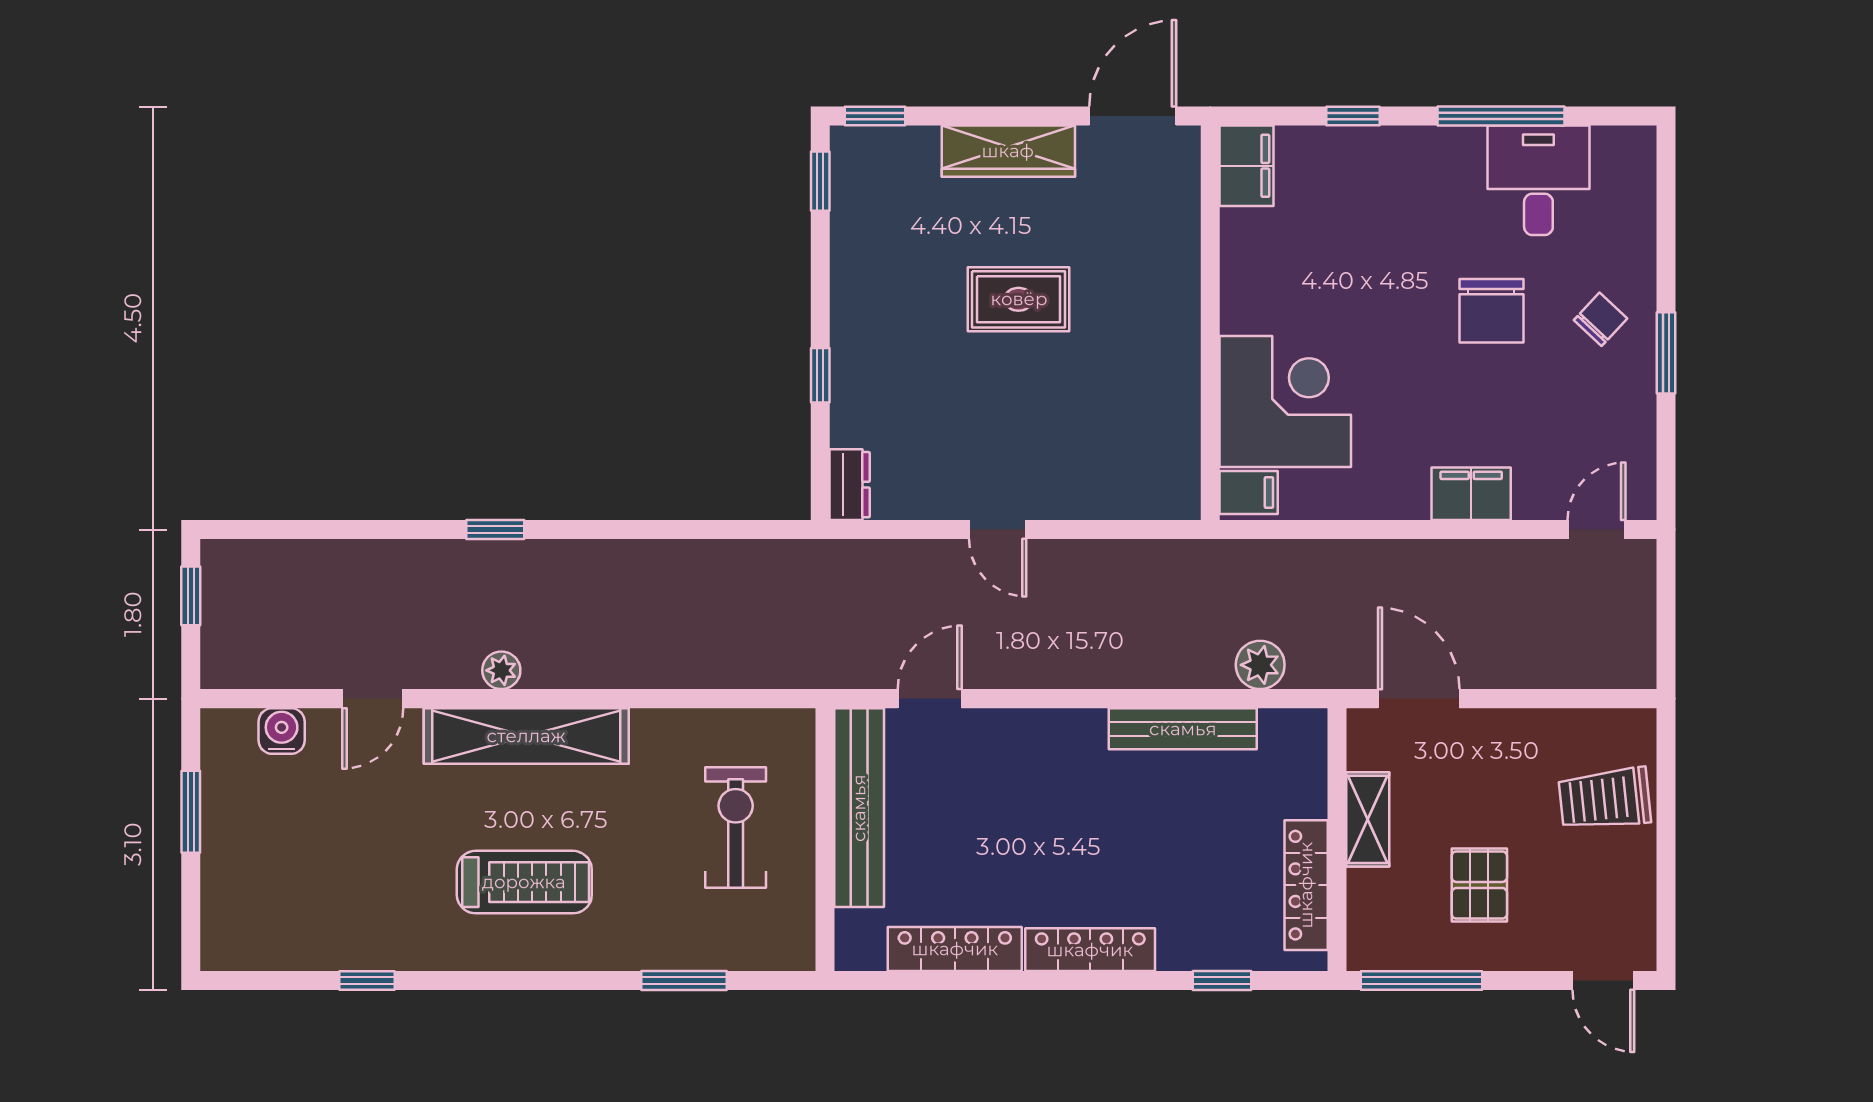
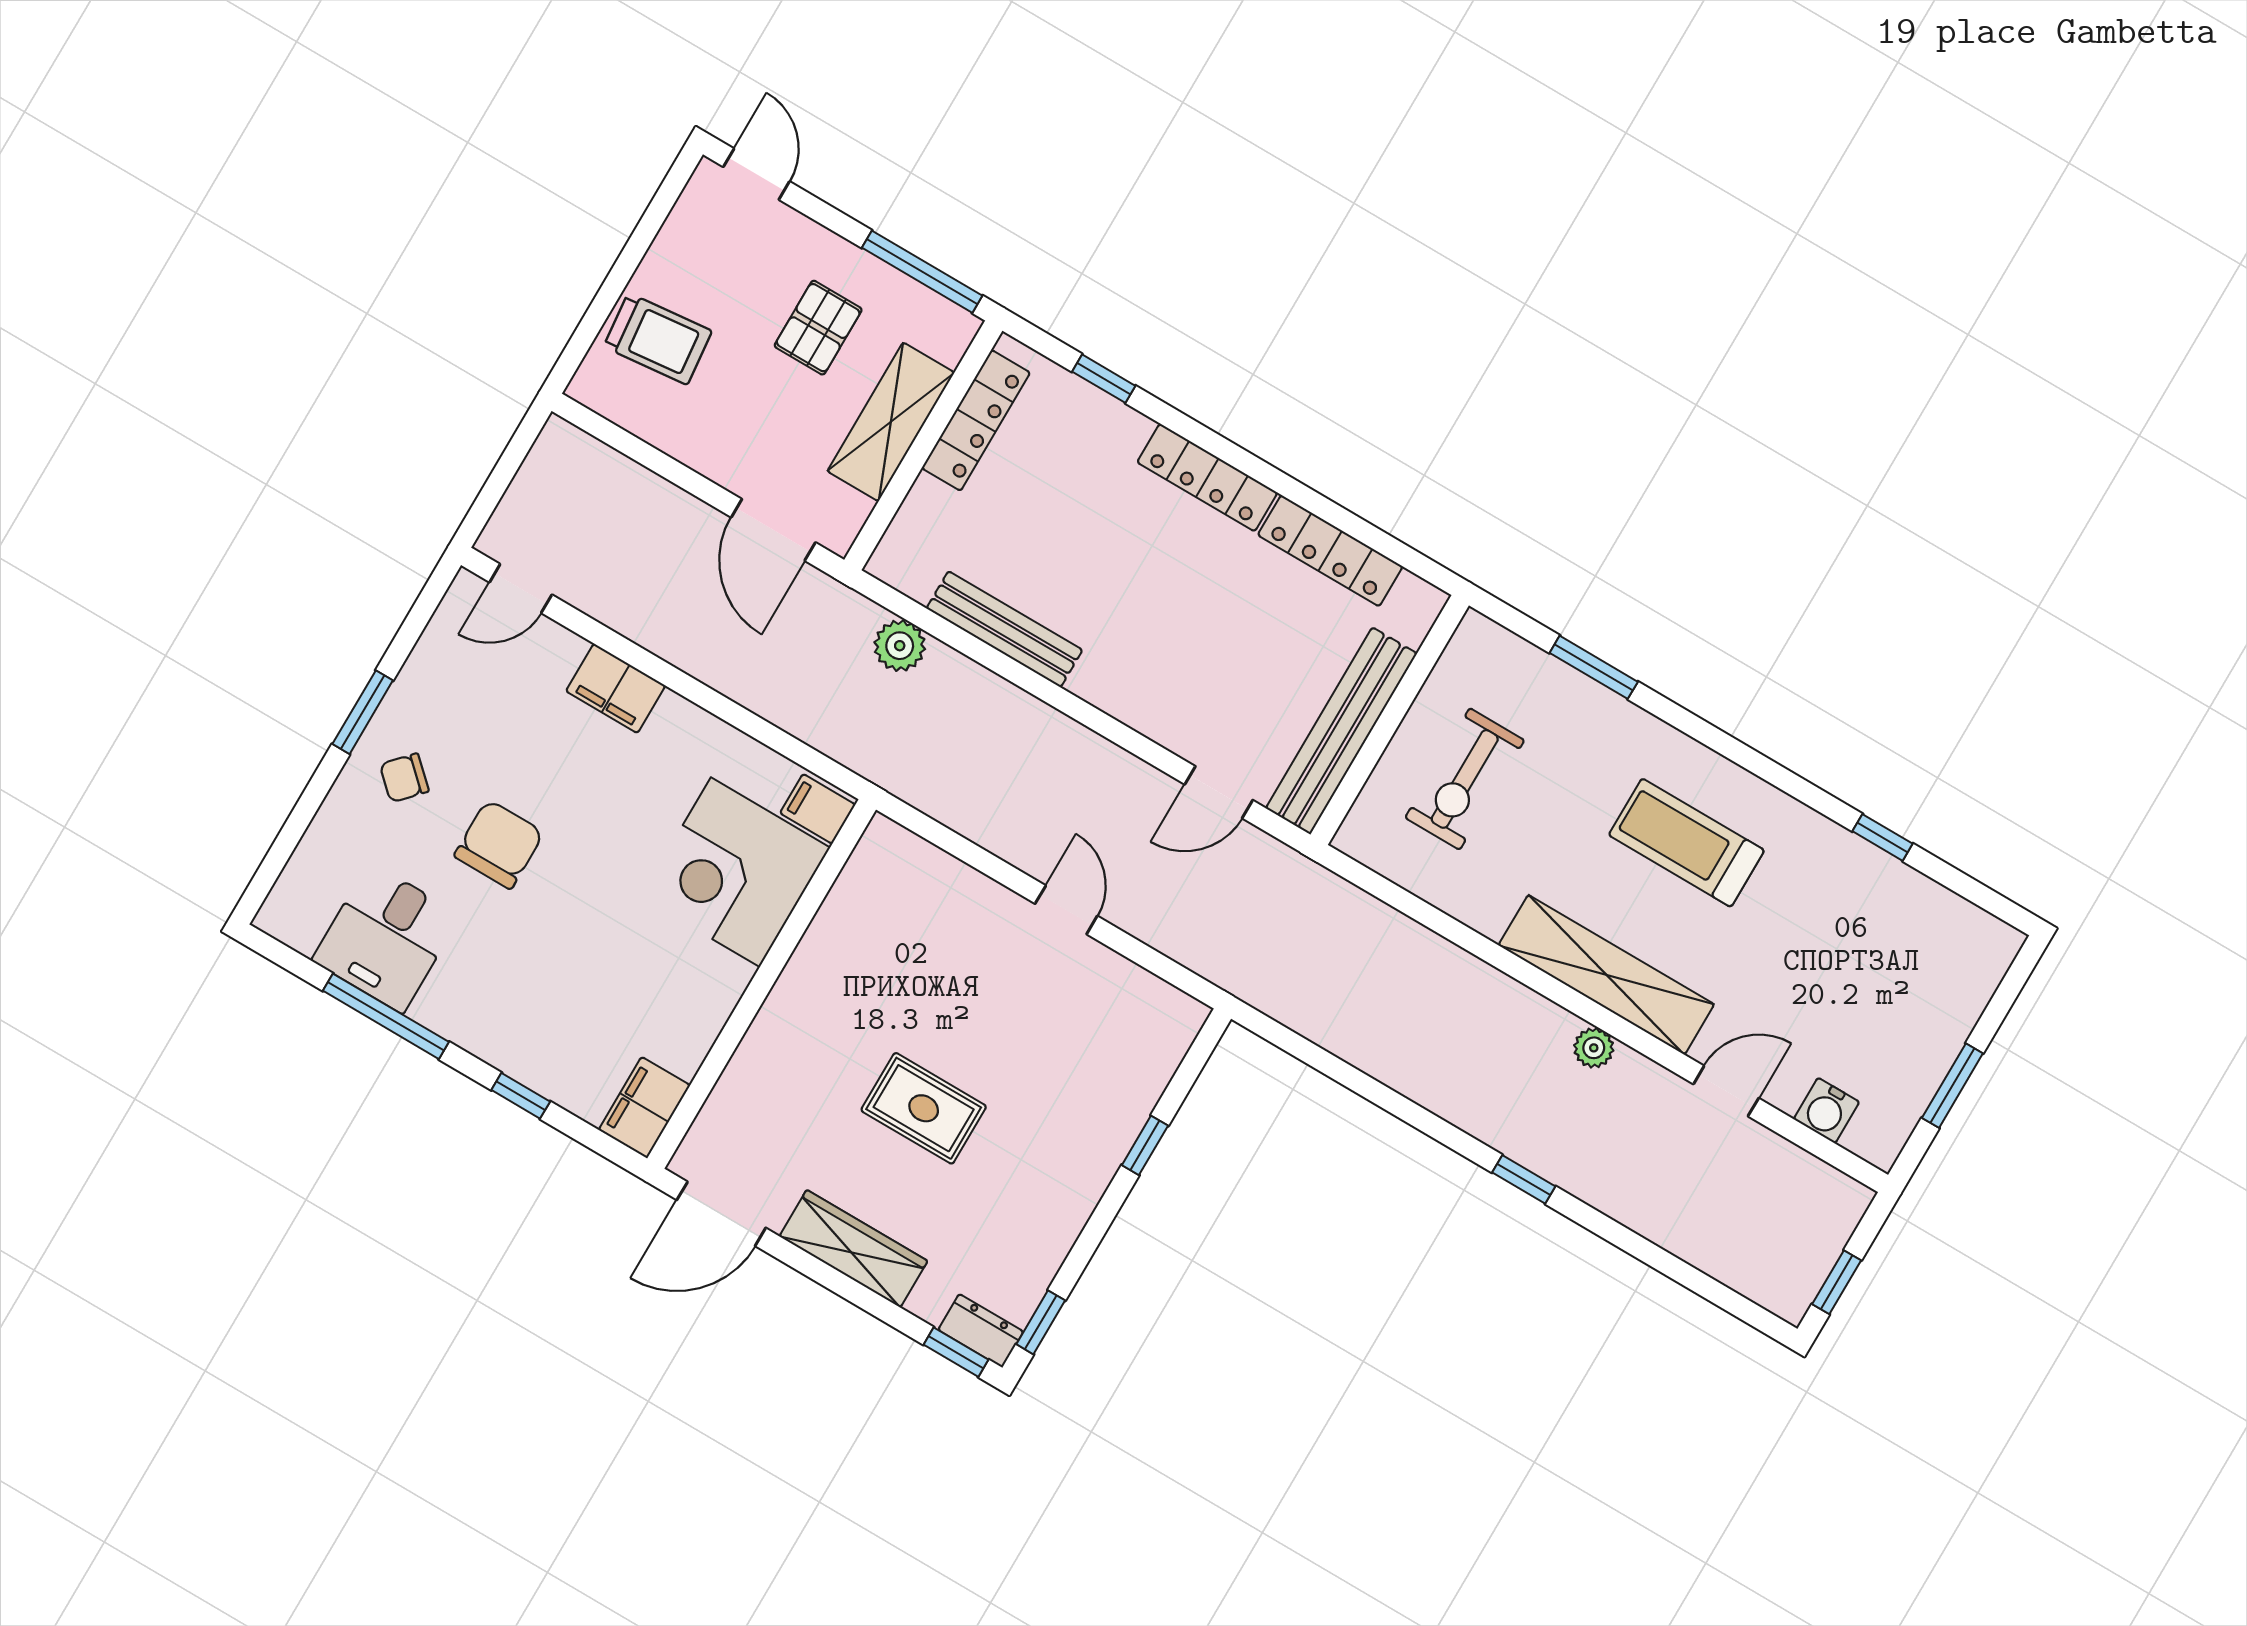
dresser: (850, 485) -> (981, 1331), moved, turned 90
shelving: (1368, 819) -> (891, 422), width x1.50, depth x1.33

